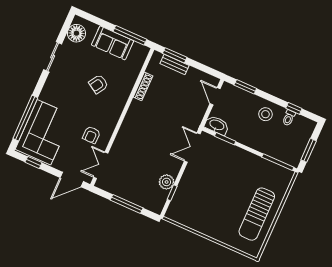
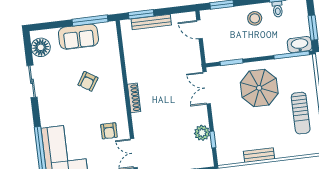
bench: (175, 65) -> (151, 22), width x1.36
shoe rack: (143, 86) -> (134, 98), moved
washbasin: (217, 125) -> (300, 45), moved
parasol: (235, 173) -> (259, 88), added
sun lounger: (257, 214) -> (301, 113), width x0.73, depth x0.75
bench: (202, 228) -> (259, 155), added

